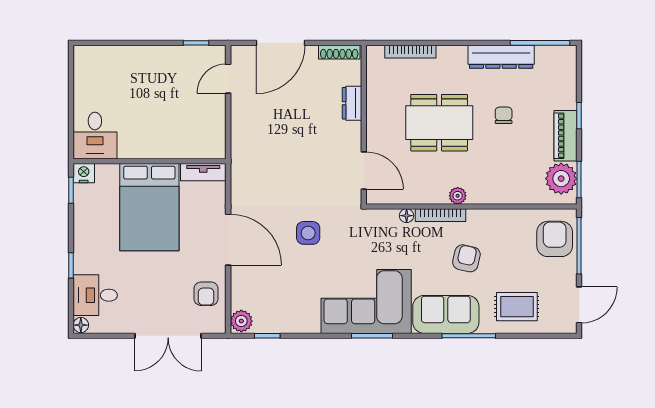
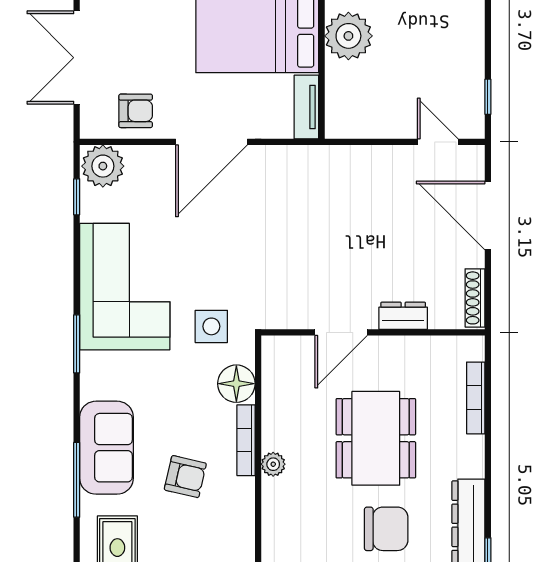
chair: (504, 115) -> (386, 529), width x1.87, depth x1.87
plant: (153, 142) -> (348, 36), added
door: (364, 171) -> (341, 332), moved
floor lamp: (407, 216) -> (236, 384), width x1.89, depth x1.89
side table: (308, 233) -> (211, 326), moved
armchair: (206, 294) -> (136, 111), turned 180
corner sofa: (366, 301) -> (125, 287), moved
plant: (241, 321) -> (103, 166), width x1.36, depth x1.36

